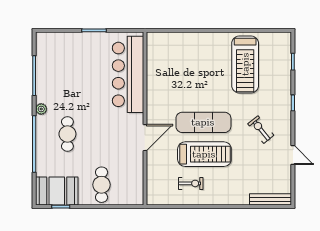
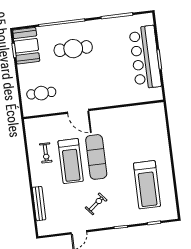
treadmill: (245, 64) -> (147, 185), turned -90
bar counter: (128, 74) -> (145, 57), moved, turned -90
plant: (41, 109) -> (91, 25), removed
cafe table: (67, 134) -> (73, 49), width x1.37, depth x1.35
cafe table: (102, 185) -> (41, 93), moved
bench: (271, 199) -> (39, 204), moved

